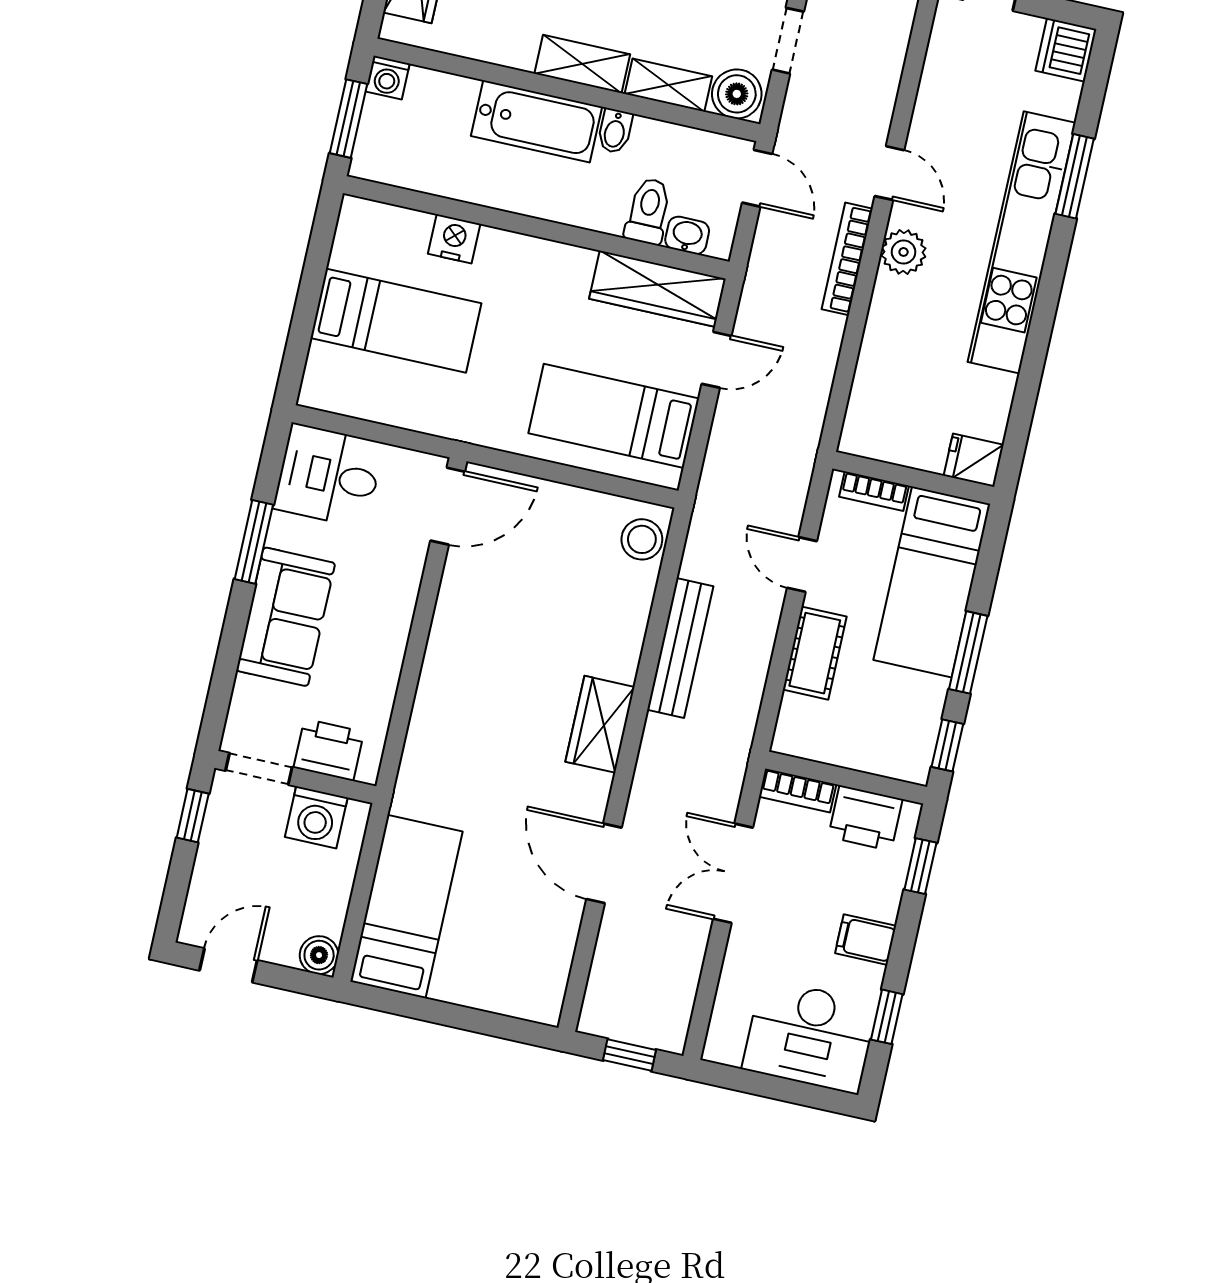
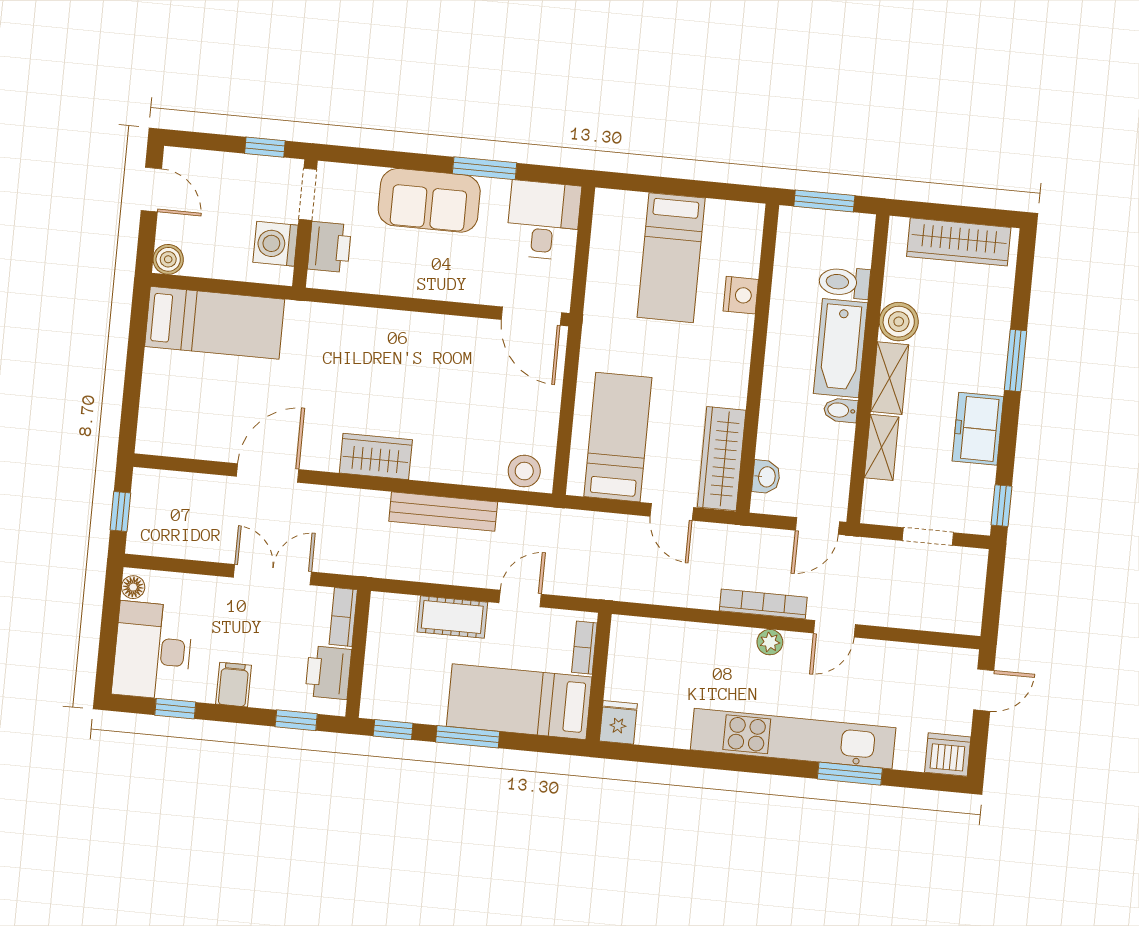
washing machine: (388, 78) -> (860, 227), removed
boiler: (737, 94) -> (899, 322), moved
toilet: (648, 211) -> (844, 282), moved, turned 180
plant: (904, 252) -> (770, 642), width x0.73, depth x0.73
floor lamp: (727, 1051) -> (133, 587), added

